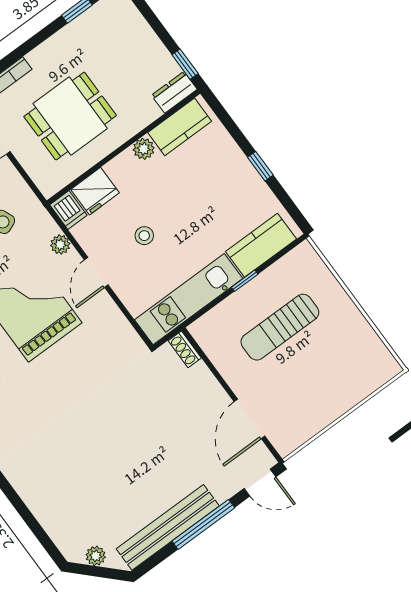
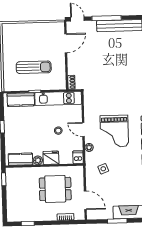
dresser: (174, 92) -> (14, 172), removed
fridge: (95, 191) -> (51, 158), moved
door: (96, 272) -> (83, 129), swing flipped

